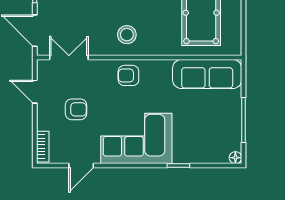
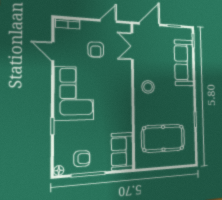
double door: (69, 58) -> (132, 46), swing flipped
sofa: (207, 74) -> (122, 151), width x0.73
armchair: (128, 75) -> (82, 159), moved, turned 90

